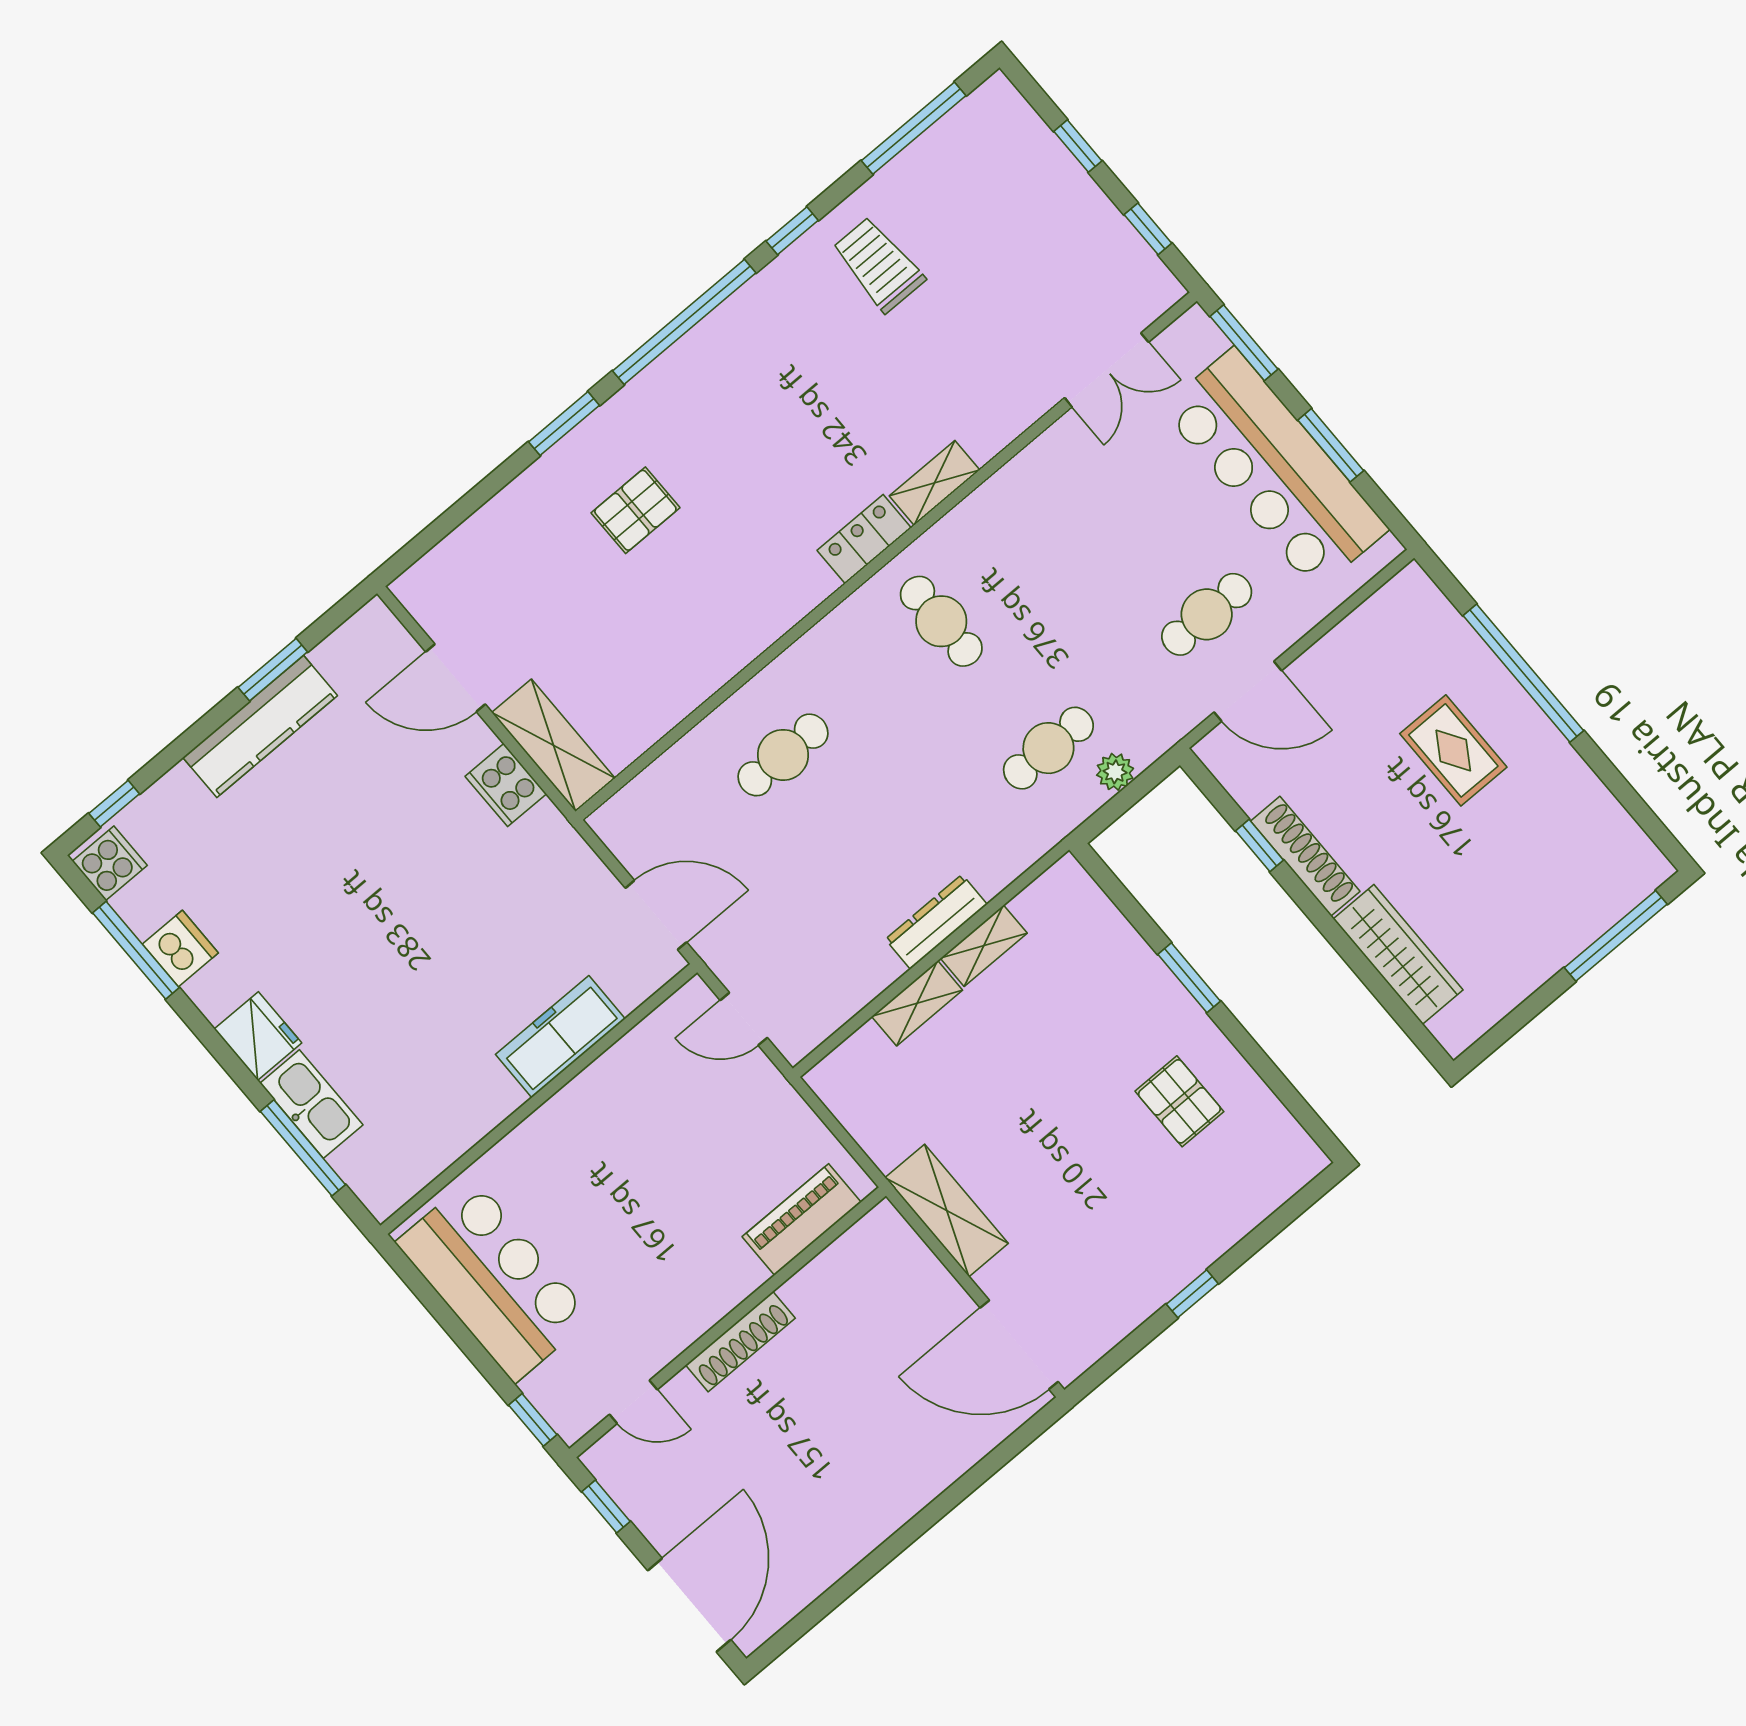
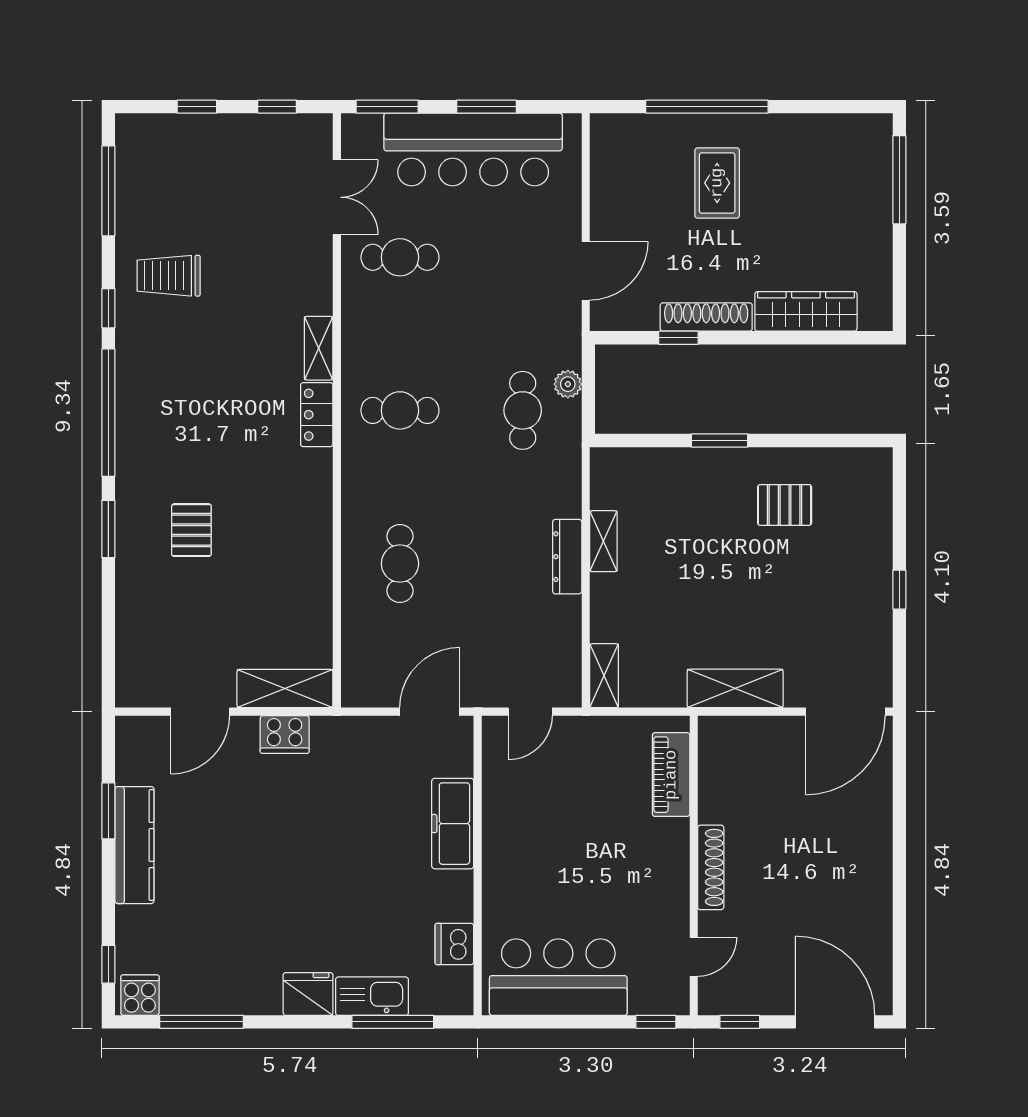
cafe table: (1207, 614) -> (400, 257), moved, turned 90
rug: (1453, 750) -> (717, 183), turned 90
dishwasher: (180, 948) -> (454, 944), moved, turned -90
shelving: (917, 1003) -> (604, 676), moved

